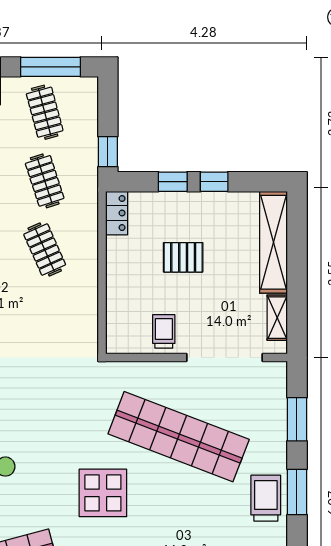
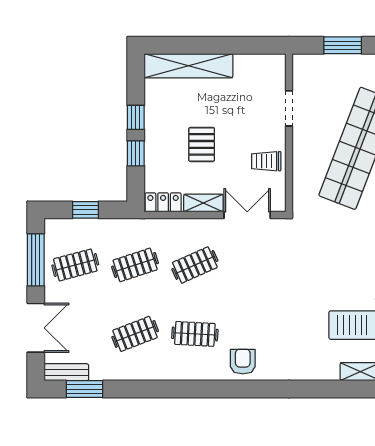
window: (108, 152) -> (85, 210), moved
double door: (102, 310) -> (247, 215), added
shelving: (277, 318) -> (203, 203), moved
doorway: (225, 358) -> (289, 108), width x0.53

